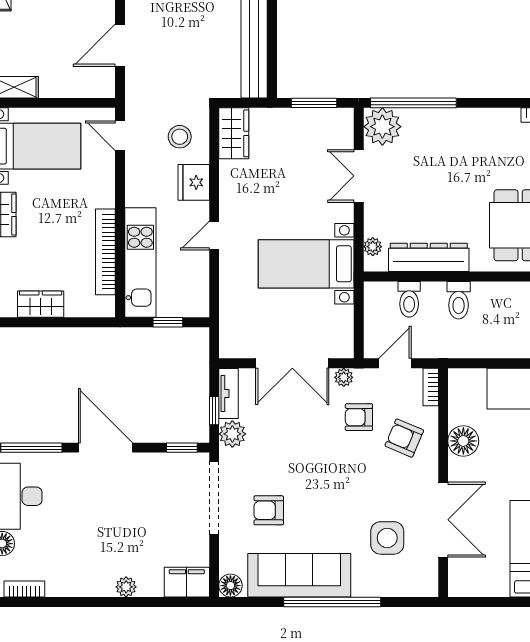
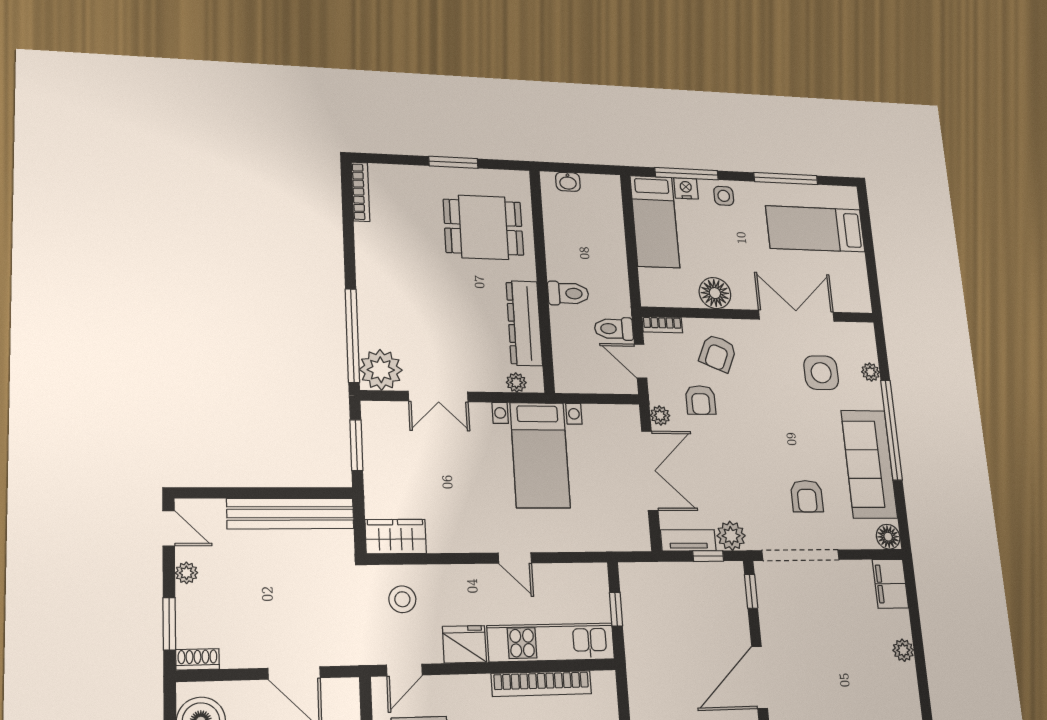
fridge: (194, 182) -> (464, 644), moved, turned 180
toilet: (409, 299) -> (614, 329), moved, turned 180
plant: (389, 588) -> (871, 372), added

